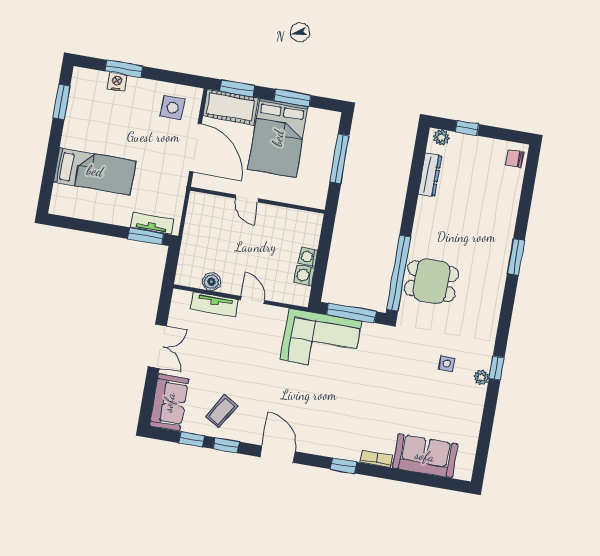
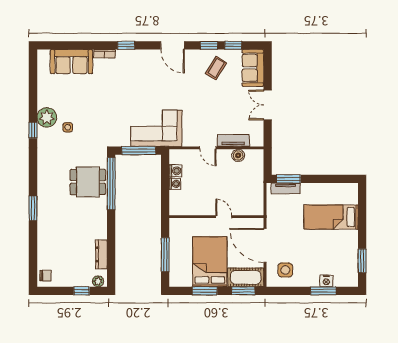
plant: (481, 377) -> (47, 117), width x1.88, depth x1.88

